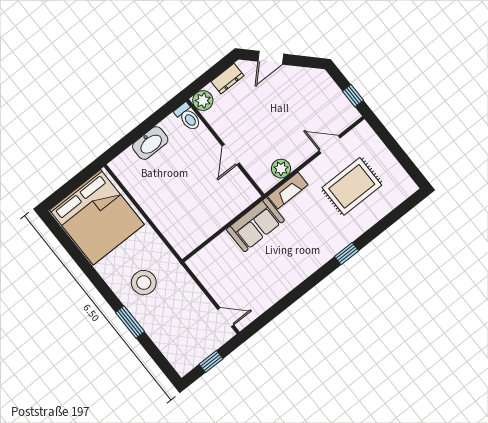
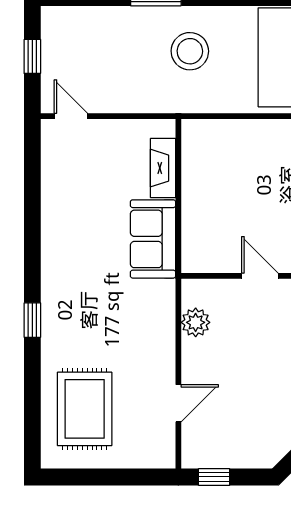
rug: (352, 186) -> (85, 409), moved
fireplace: (288, 191) -> (163, 168), moved
door: (226, 317) -> (71, 116), swing flipped

